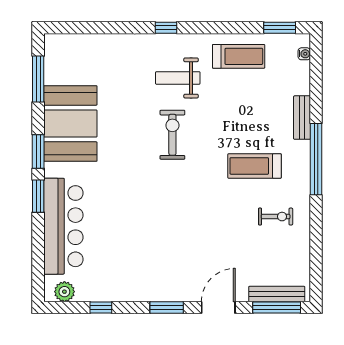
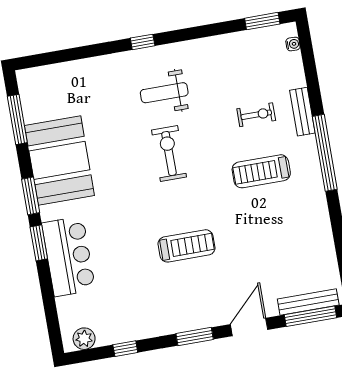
treadmill: (239, 56) -> (186, 246), moved
exercise bike: (276, 217) -> (256, 115), moved
bar counter: (63, 226) -> (69, 256), width x0.73

